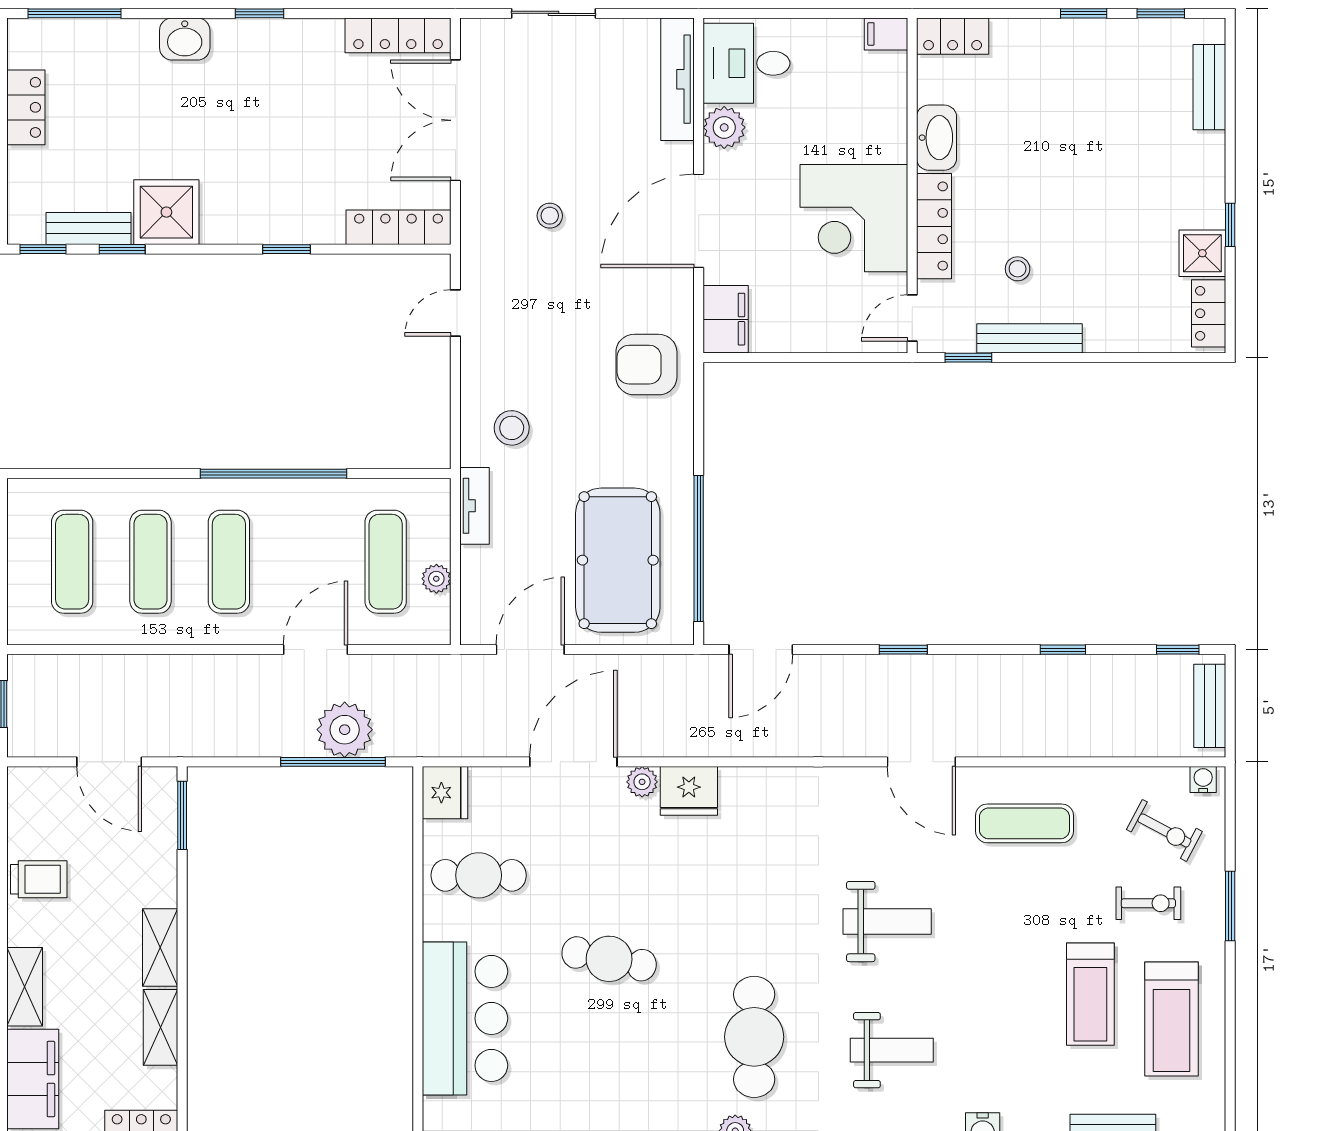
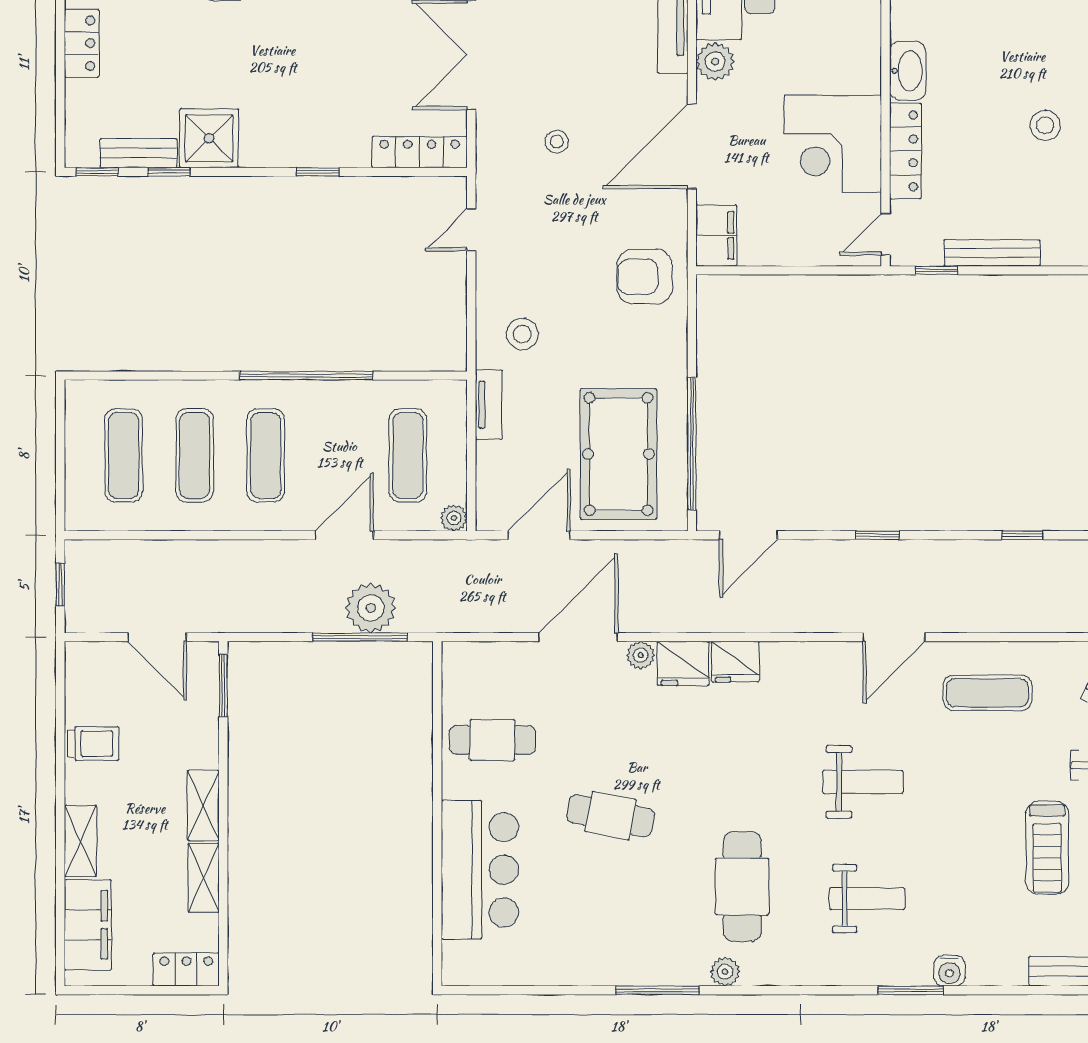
stool: (1018, 269) -> (1045, 125), moved, width x1.37, depth x1.37
plant: (436, 579) -> (454, 518), moved
door: (921, 762) -> (894, 637), hinge flipped
fridge: (445, 793) -> (735, 662), moved, turned 90

